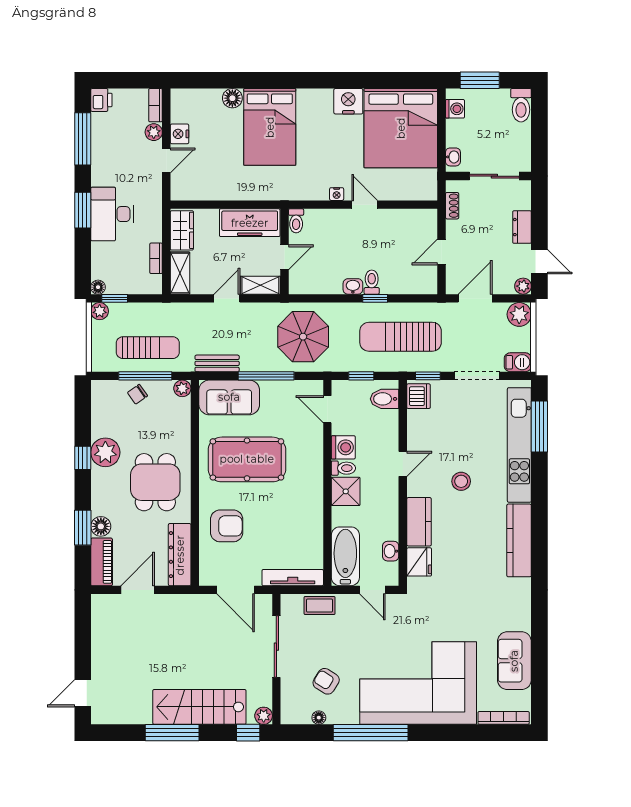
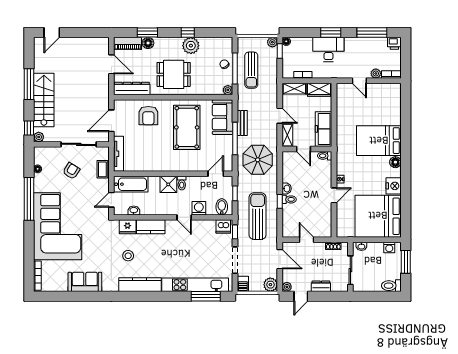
floor lamp: (232, 98) -> (395, 162), moved
nightstand: (180, 134) -> (375, 88), removed
bench: (217, 363) -> (242, 123), moved
washing machine: (343, 447) -> (199, 208), moved, turned 180
stool: (461, 481) -> (128, 256), moved
sofa: (514, 661) -> (85, 282), moved
armchair: (326, 681) -> (71, 171), moved
door: (83, 693) -> (52, 33), swing flipped

